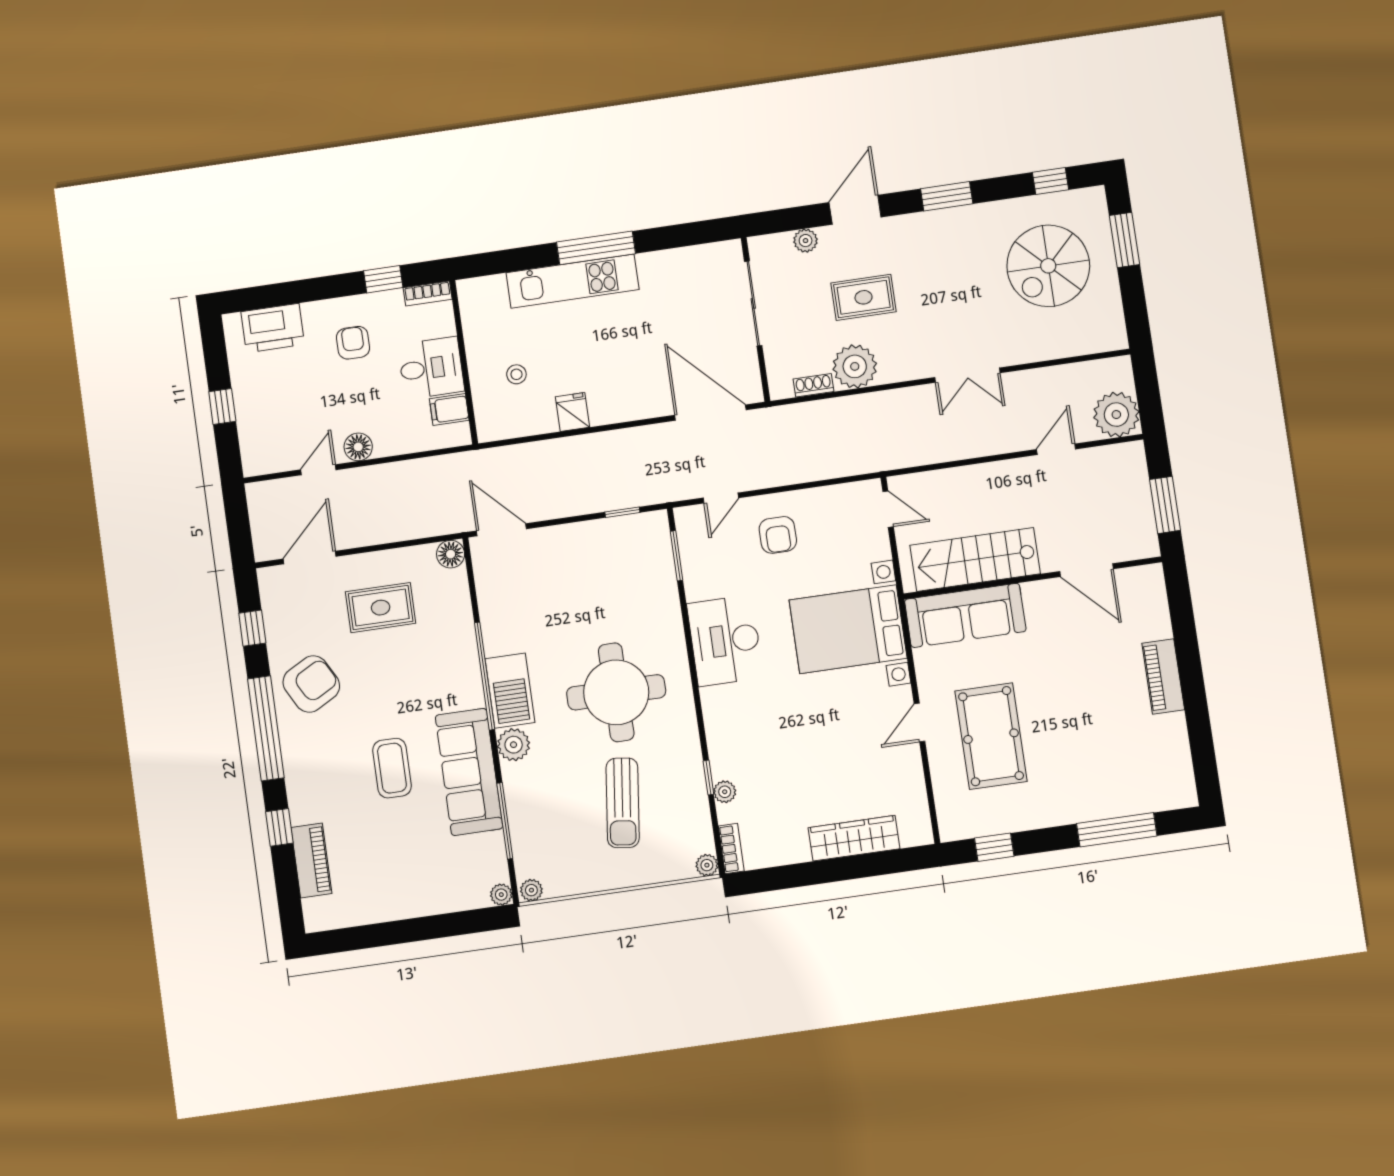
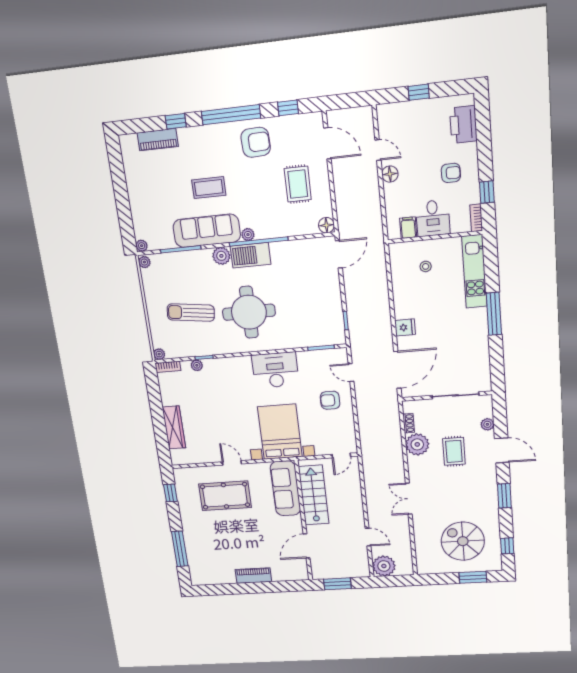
kitchen unit: (573, 281) -> (474, 271), moved
fridge: (573, 412) -> (405, 327), moved
armchair: (311, 684) -> (256, 142), turned -63
plant: (473, 696) -> (248, 235), added

